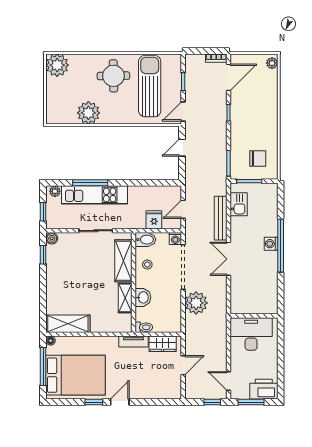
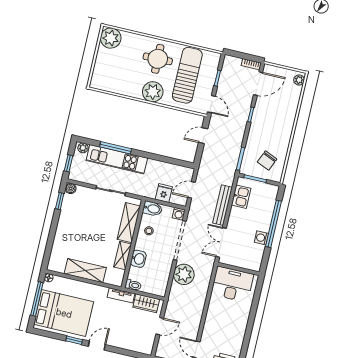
door: (183, 111) -> (211, 104), swing flipped
plant: (88, 113) -> (153, 92), moved
chair: (258, 158) -> (267, 161), turned 113
window: (281, 246) -> (274, 224), moved
wall: (254, 316) -> (238, 269), moved
shelving: (68, 324) -> (85, 271), moved
desk: (251, 334) -> (232, 284), moved

